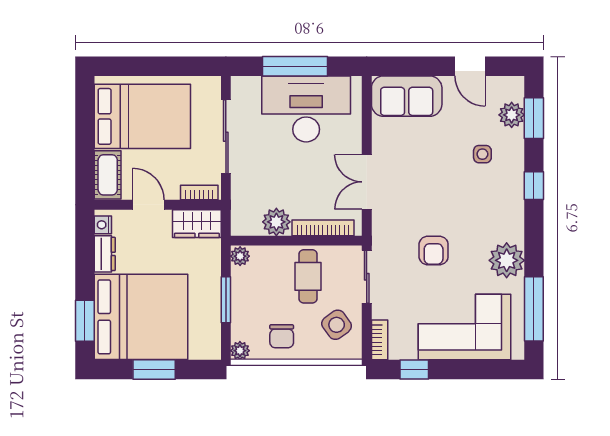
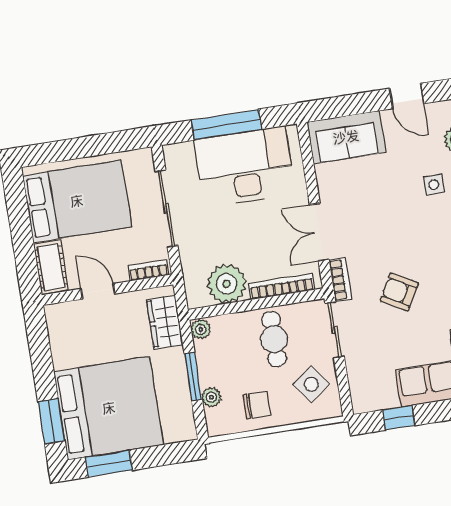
plant: (276, 222) -> (227, 284), width x1.36, depth x1.36
wardrobe: (197, 224) -> (165, 322), moved, turned 90
nightstand: (103, 225) -> (54, 319), removed
armchair: (434, 251) -> (399, 292), turned 119
dresser: (105, 254) -> (61, 349), removed
chair: (282, 336) -> (257, 405), turned -90
bookcase: (380, 340) -> (340, 280), moved
plant: (240, 351) -> (211, 397), moved
window: (154, 370) -> (109, 464), moved

